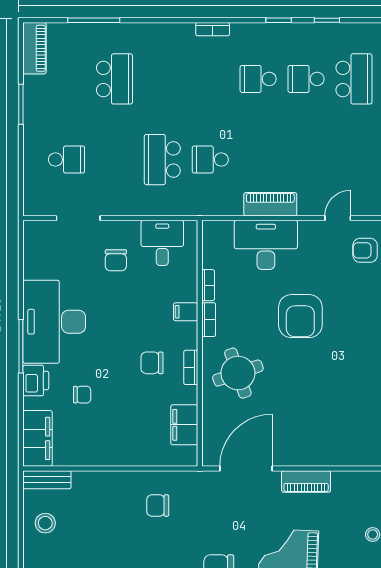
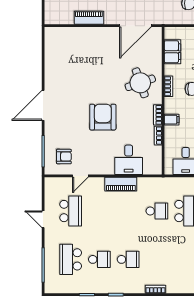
school desk: (354, 160) -> (71, 211), added
desk: (266, 245) -> (129, 160), width x0.73
piano: (306, 482) -> (89, 18), moved

